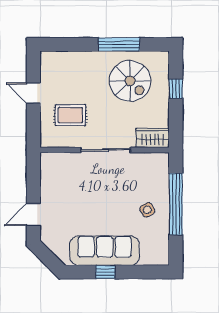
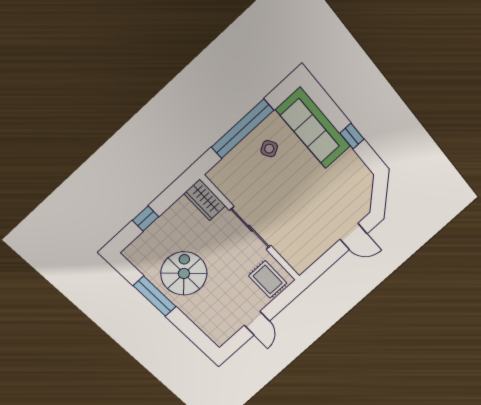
spiral stairs: (130, 81) -> (184, 273), moved
rug: (70, 115) -> (268, 279), moved
sofa: (105, 251) -> (313, 128), moved

